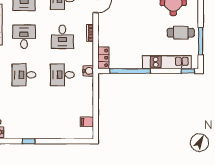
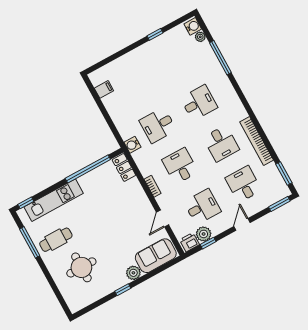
desk: (62, 75) -> (158, 125), turned 180

